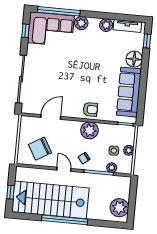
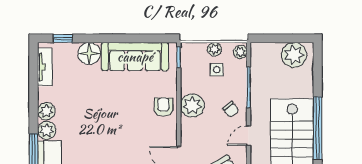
plant: (106, 25) -> (46, 111), moved
plant: (112, 168) -> (240, 52), moved

